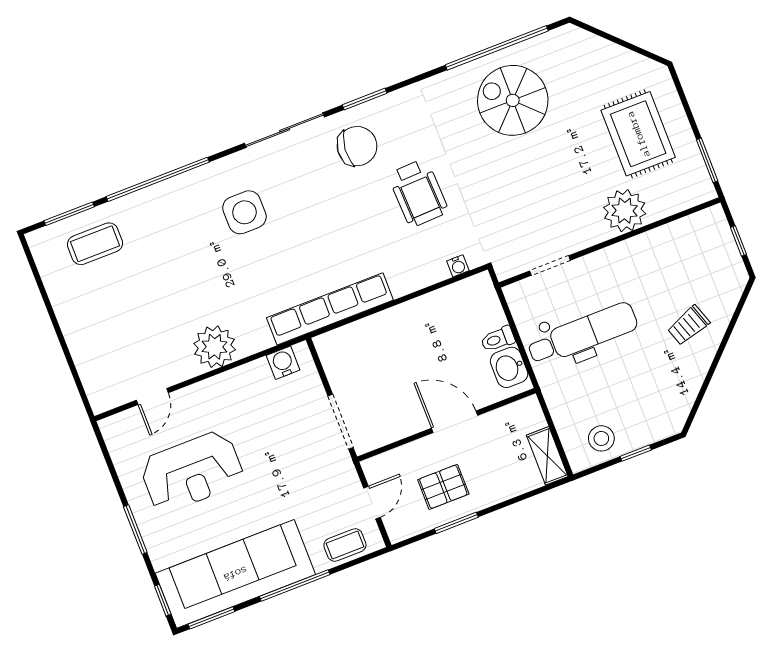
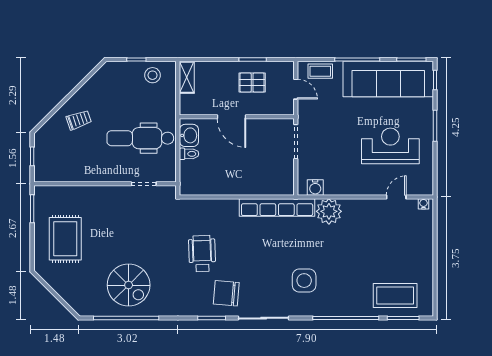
plant: (625, 211) -> (90, 198), removed
coffee table: (95, 244) -> (395, 295), width x1.36, depth x1.32
water cooler: (458, 266) -> (423, 204), moved
plant: (215, 347) -> (329, 211), moved
door: (372, 503) -> (296, 89), swing flipped

